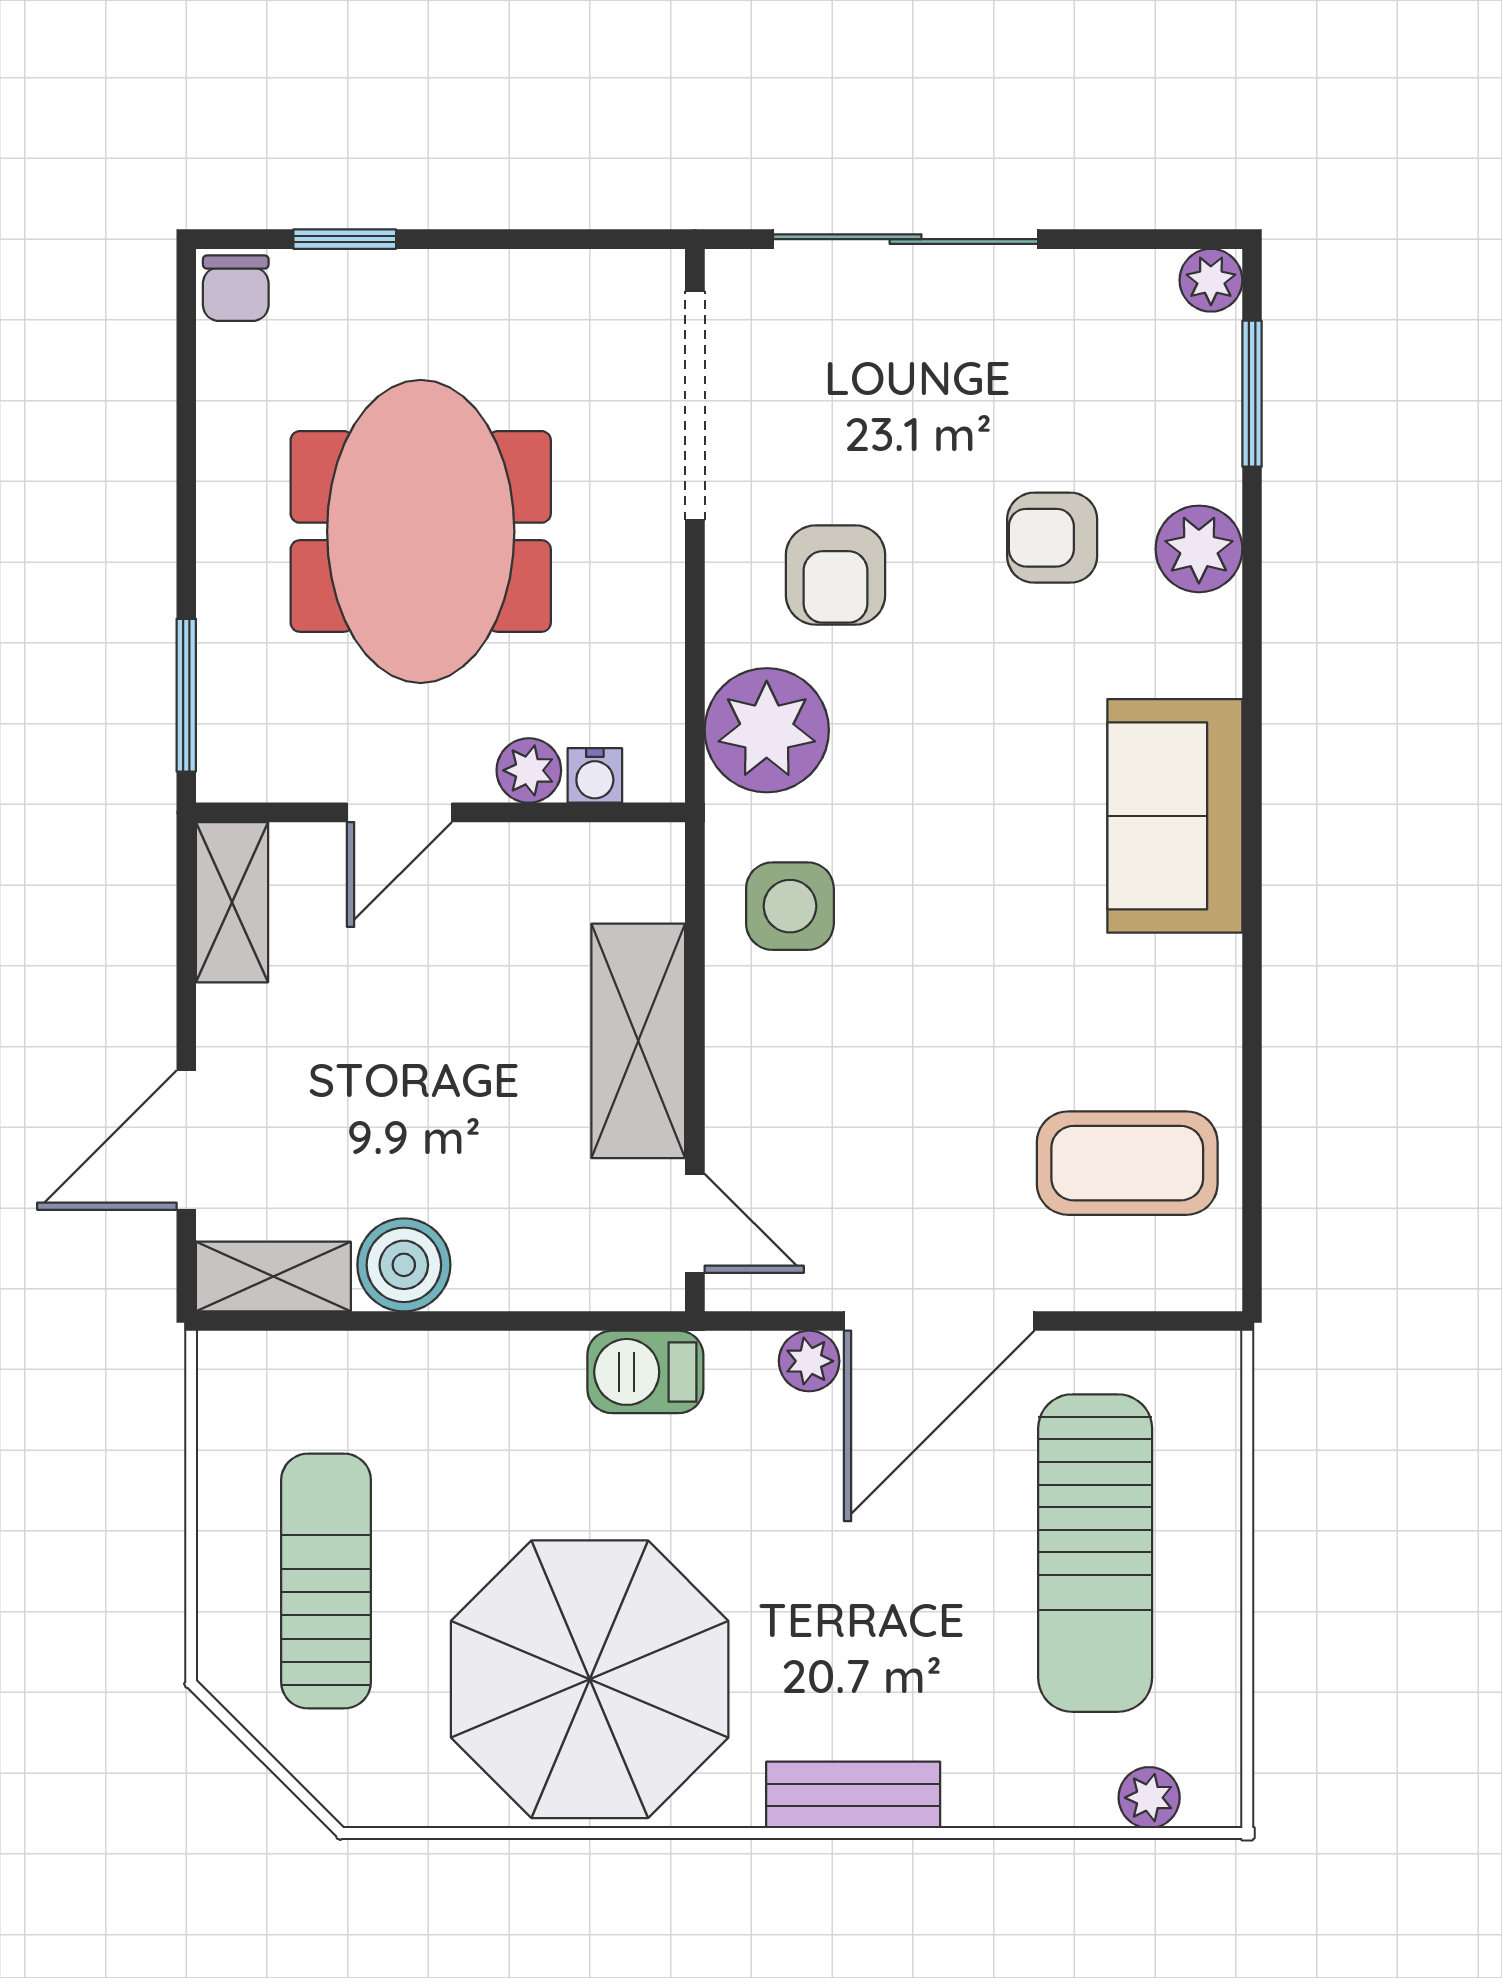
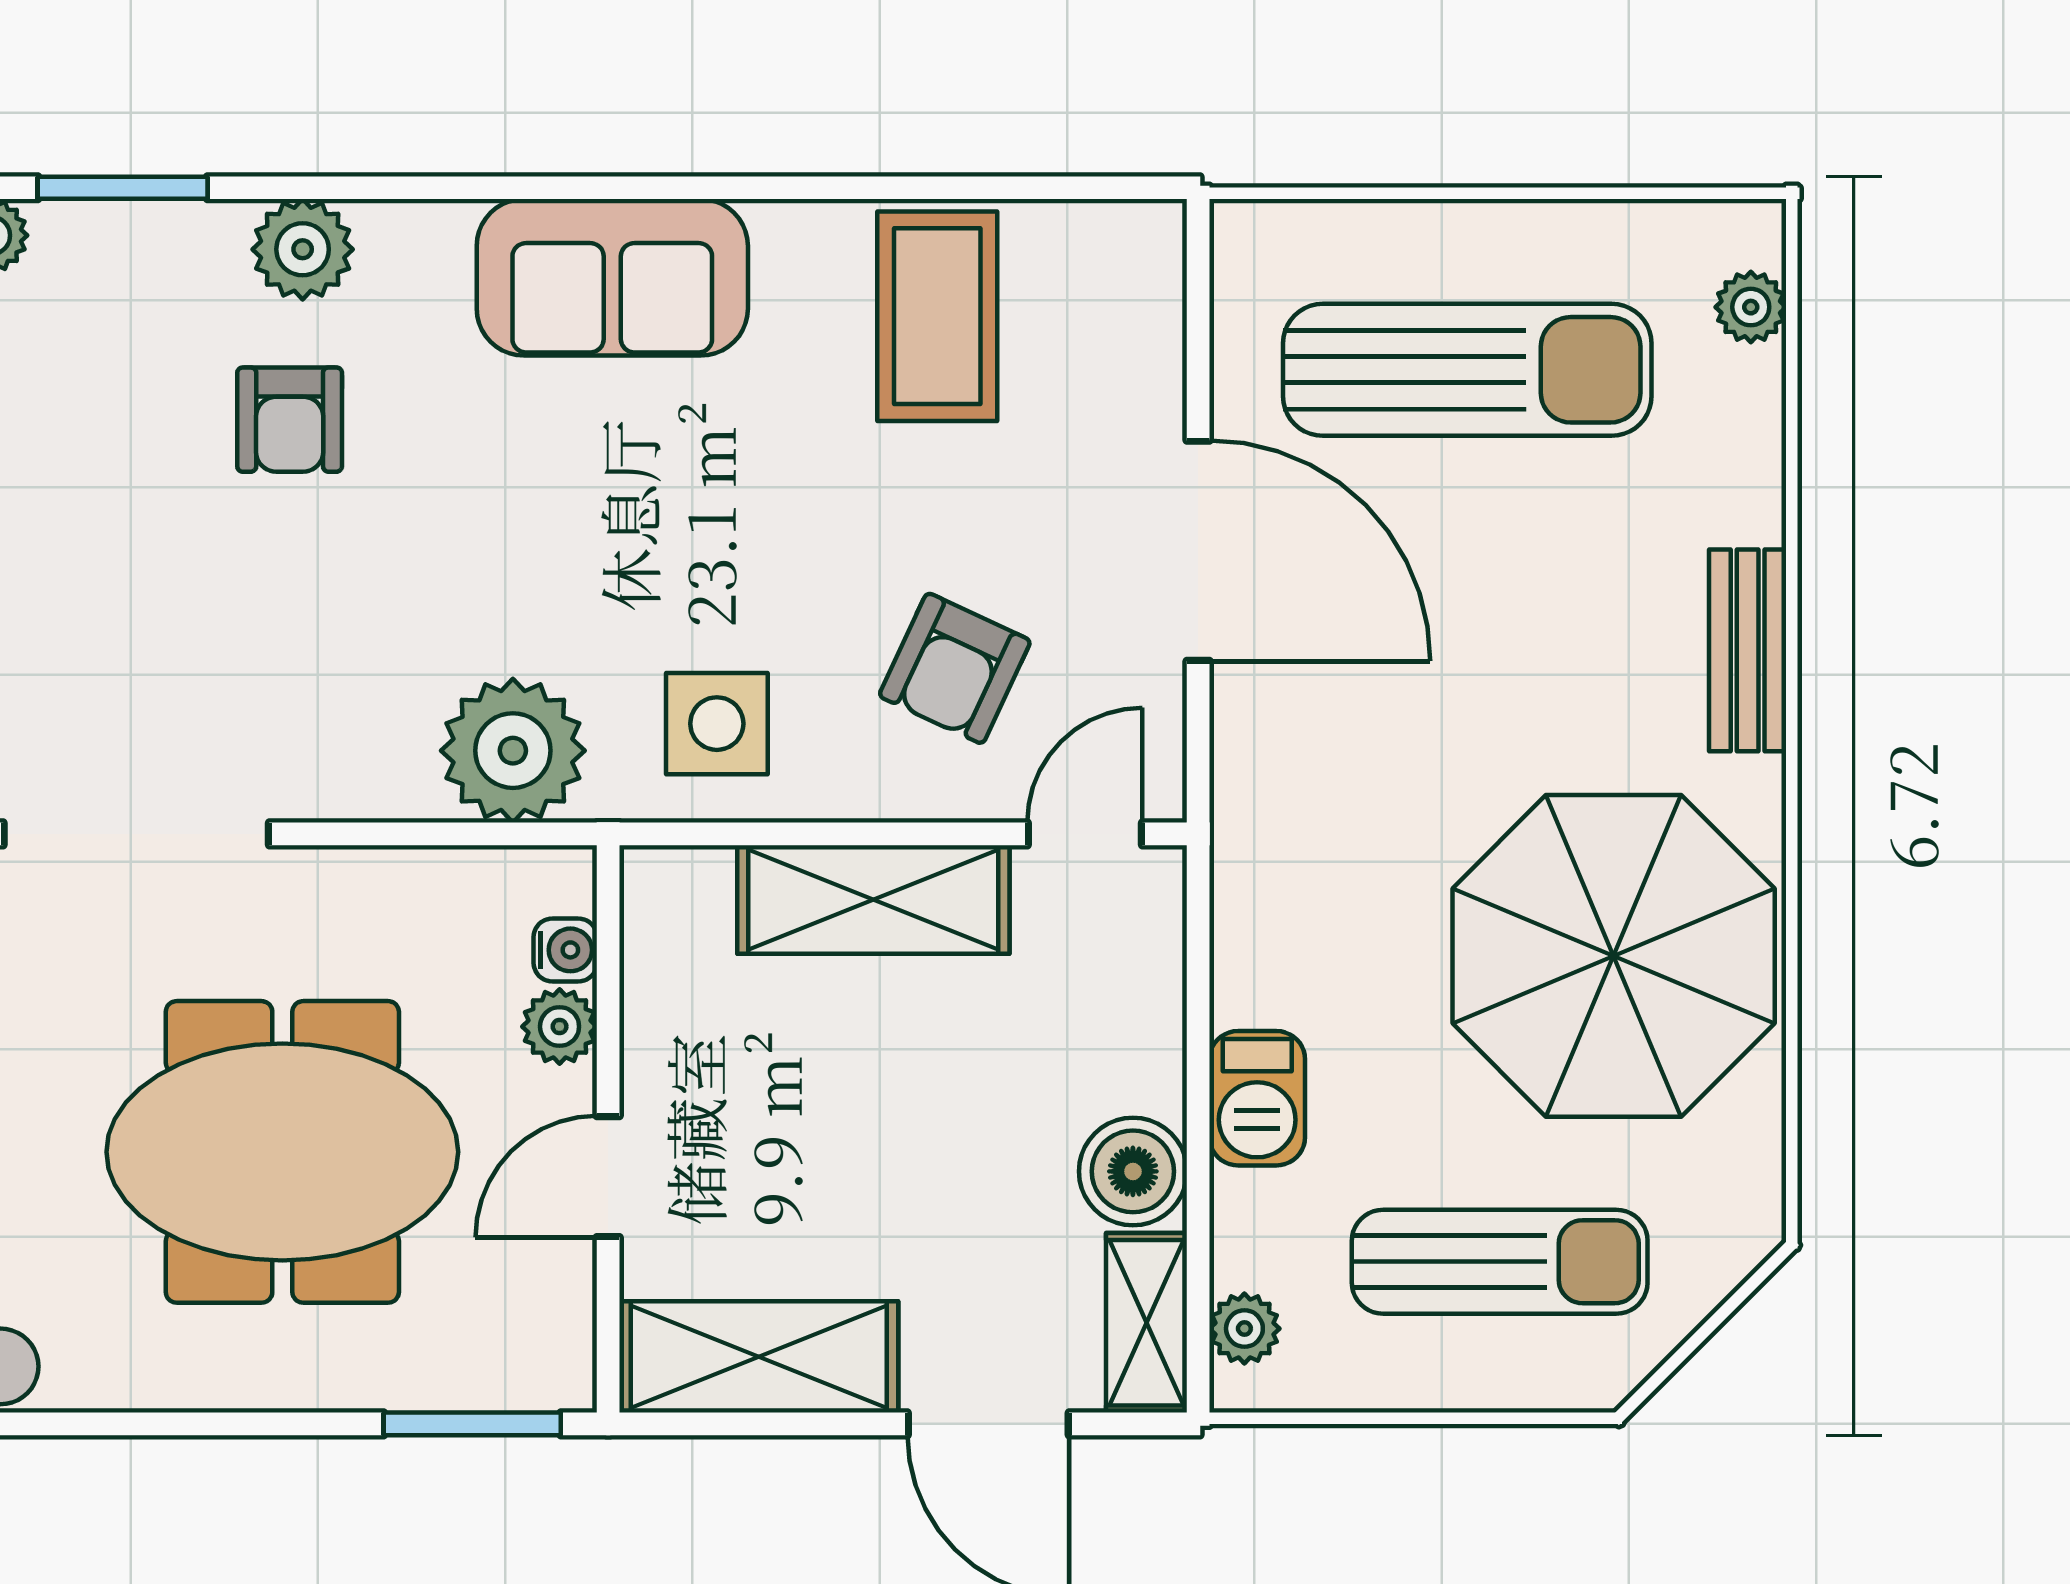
armchair: (836, 575) -> (955, 668), moved, turned 115
door: (399, 812) -> (608, 1177), swing flipped
shelving: (232, 902) -> (759, 1357), width x1.50, depth x1.33
coffee table: (1127, 1163) -> (937, 316), moved
plant: (809, 1361) -> (1244, 1329), moved
barbecue: (645, 1372) -> (1257, 1098), moved
sun lounger: (326, 1581) -> (1500, 1262), turned 180

